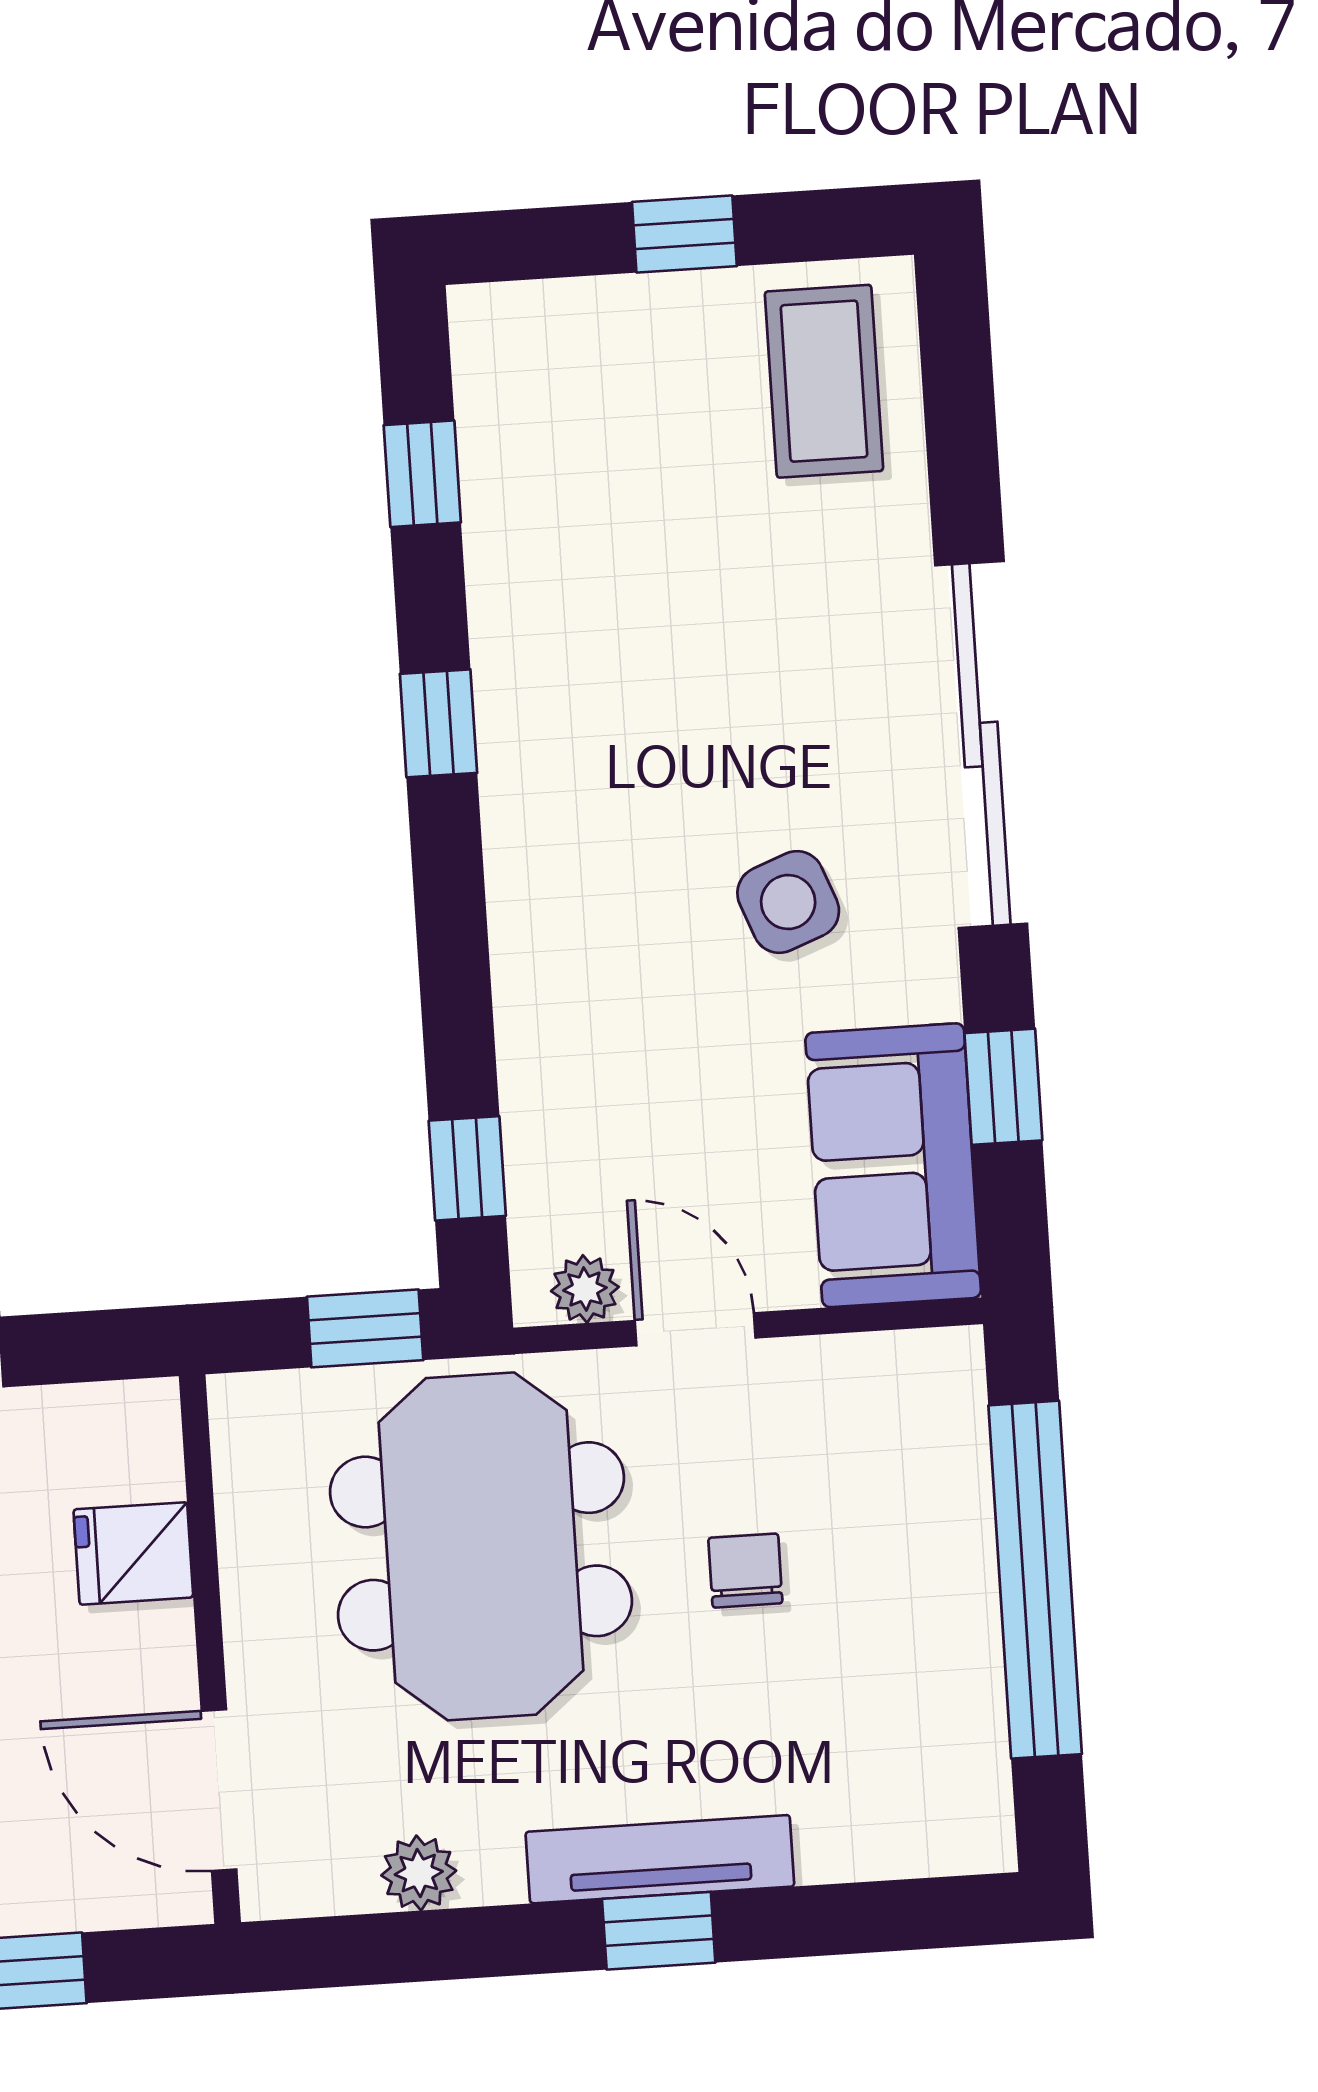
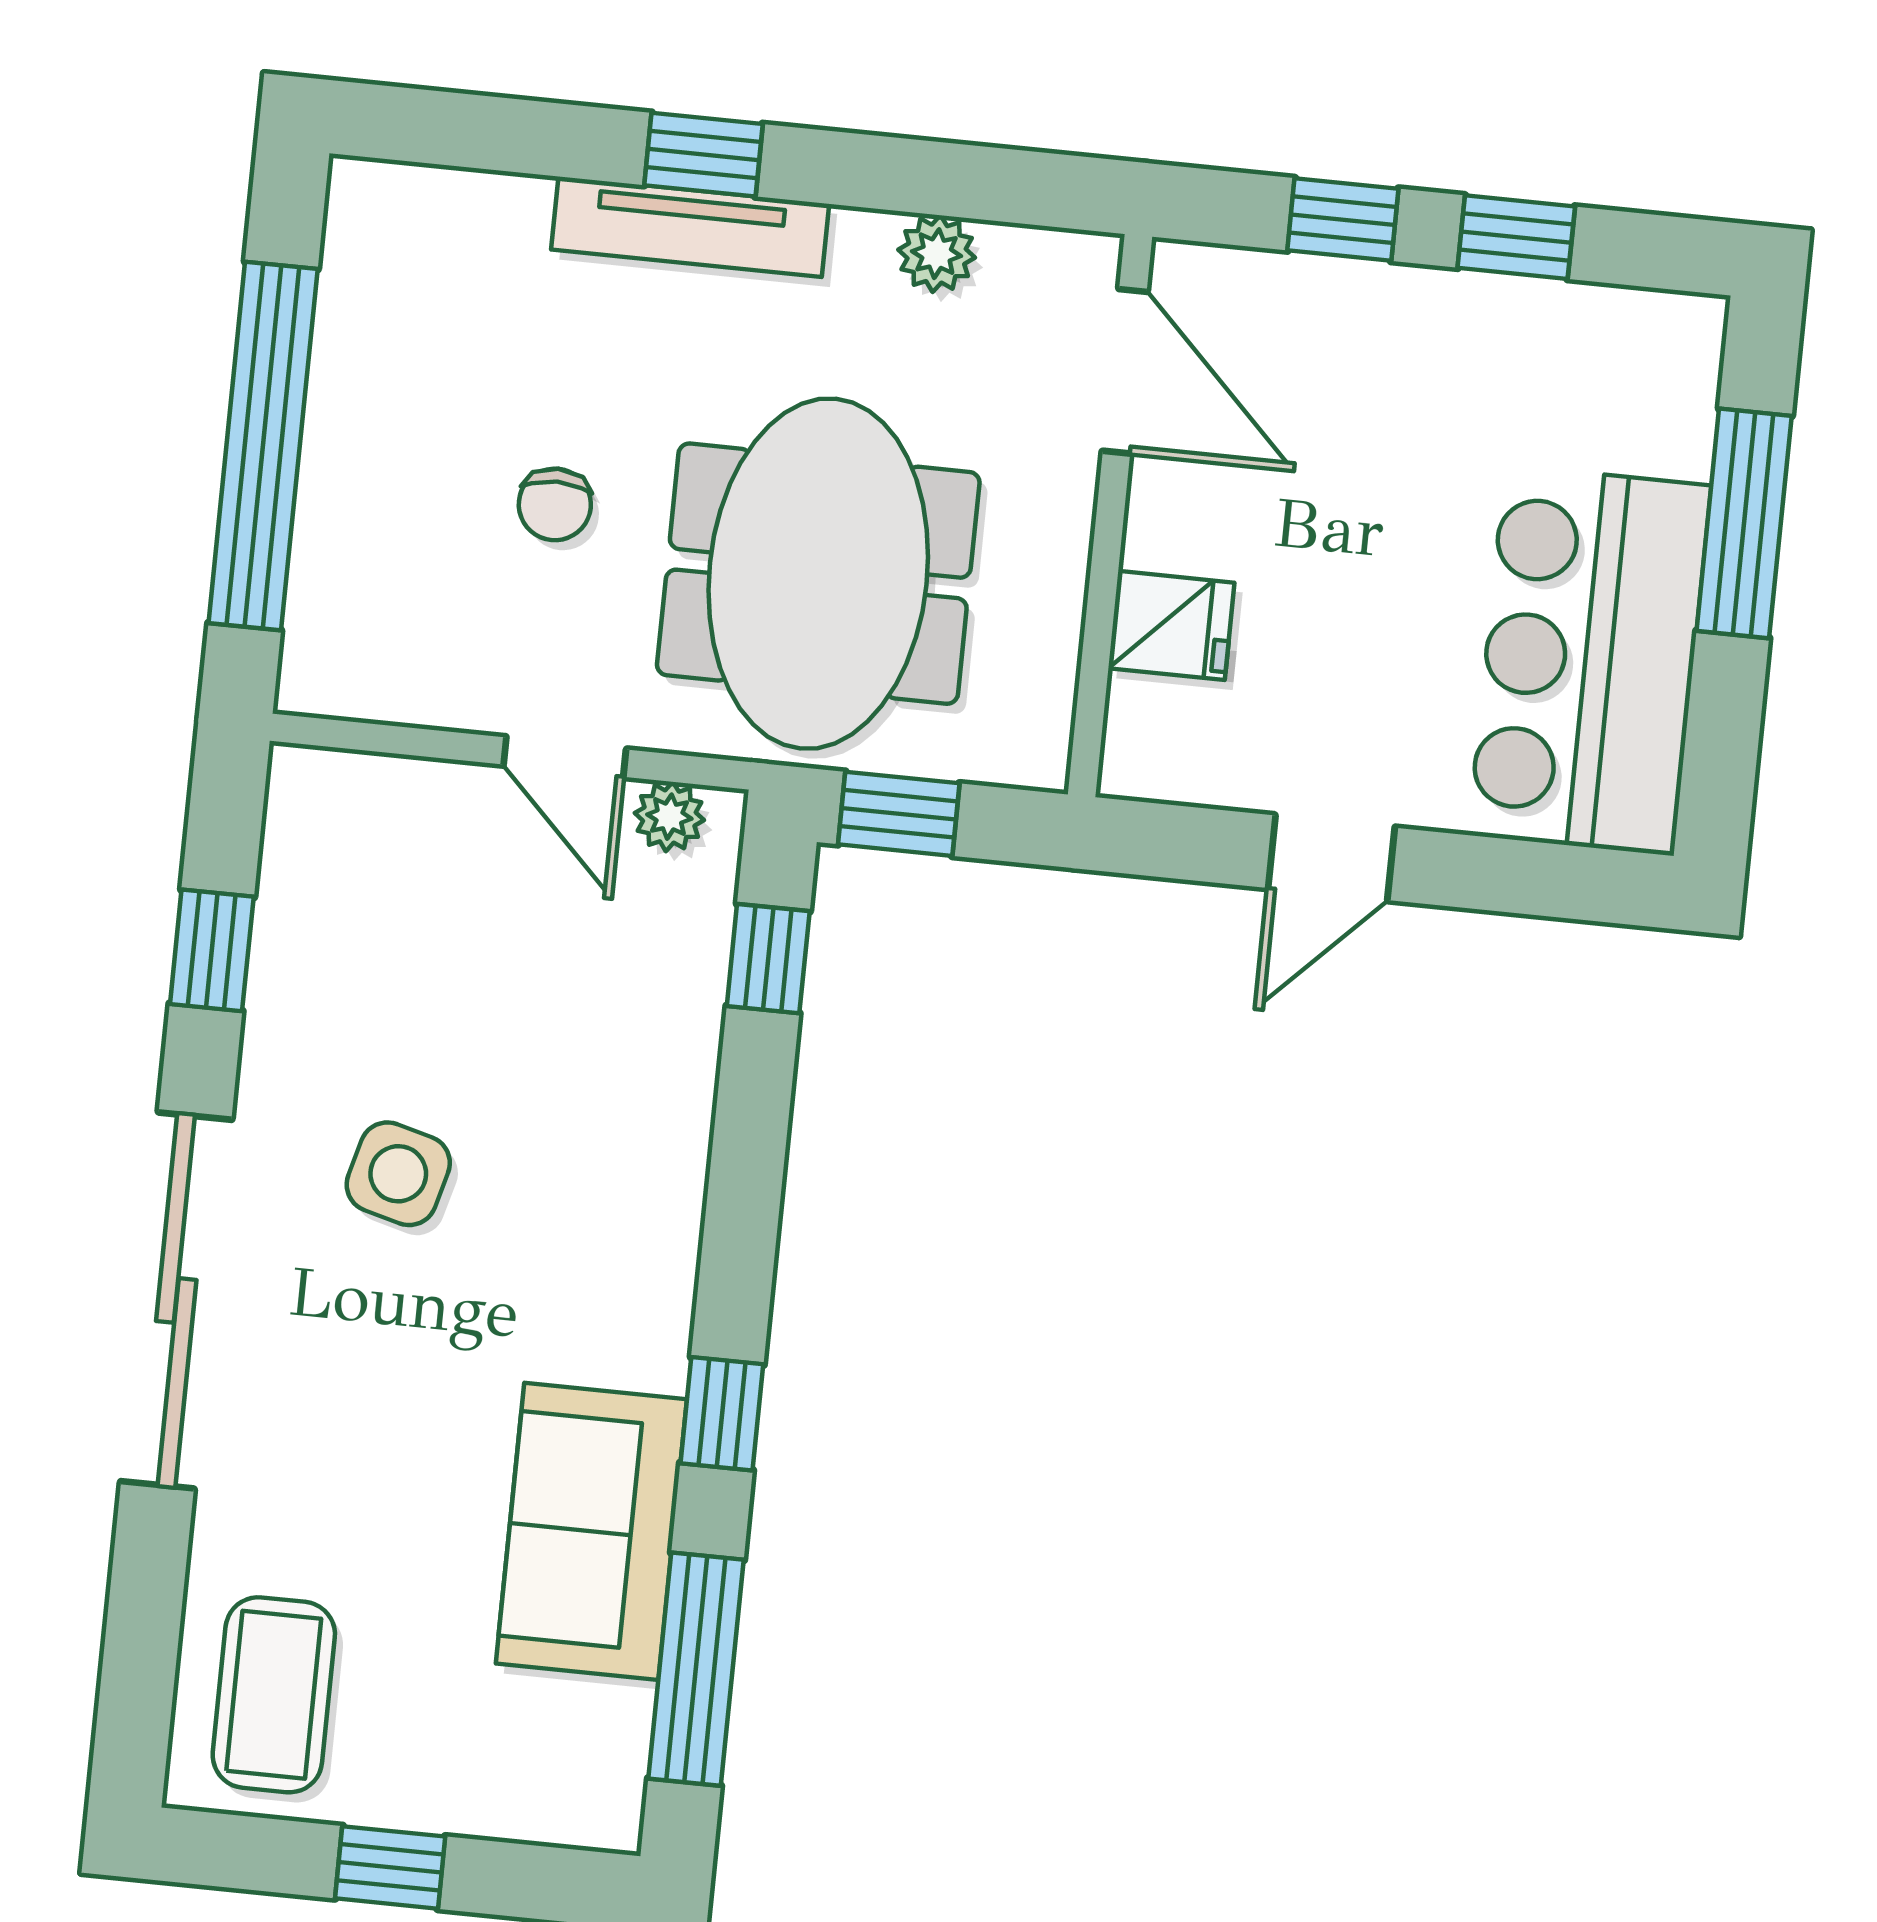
window: (422, 474) -> (696, 1669), width x2.17
side table: (788, 902) -> (398, 1174), turned 36
sofa: (893, 1165) -> (591, 1531), moved, turned 180

